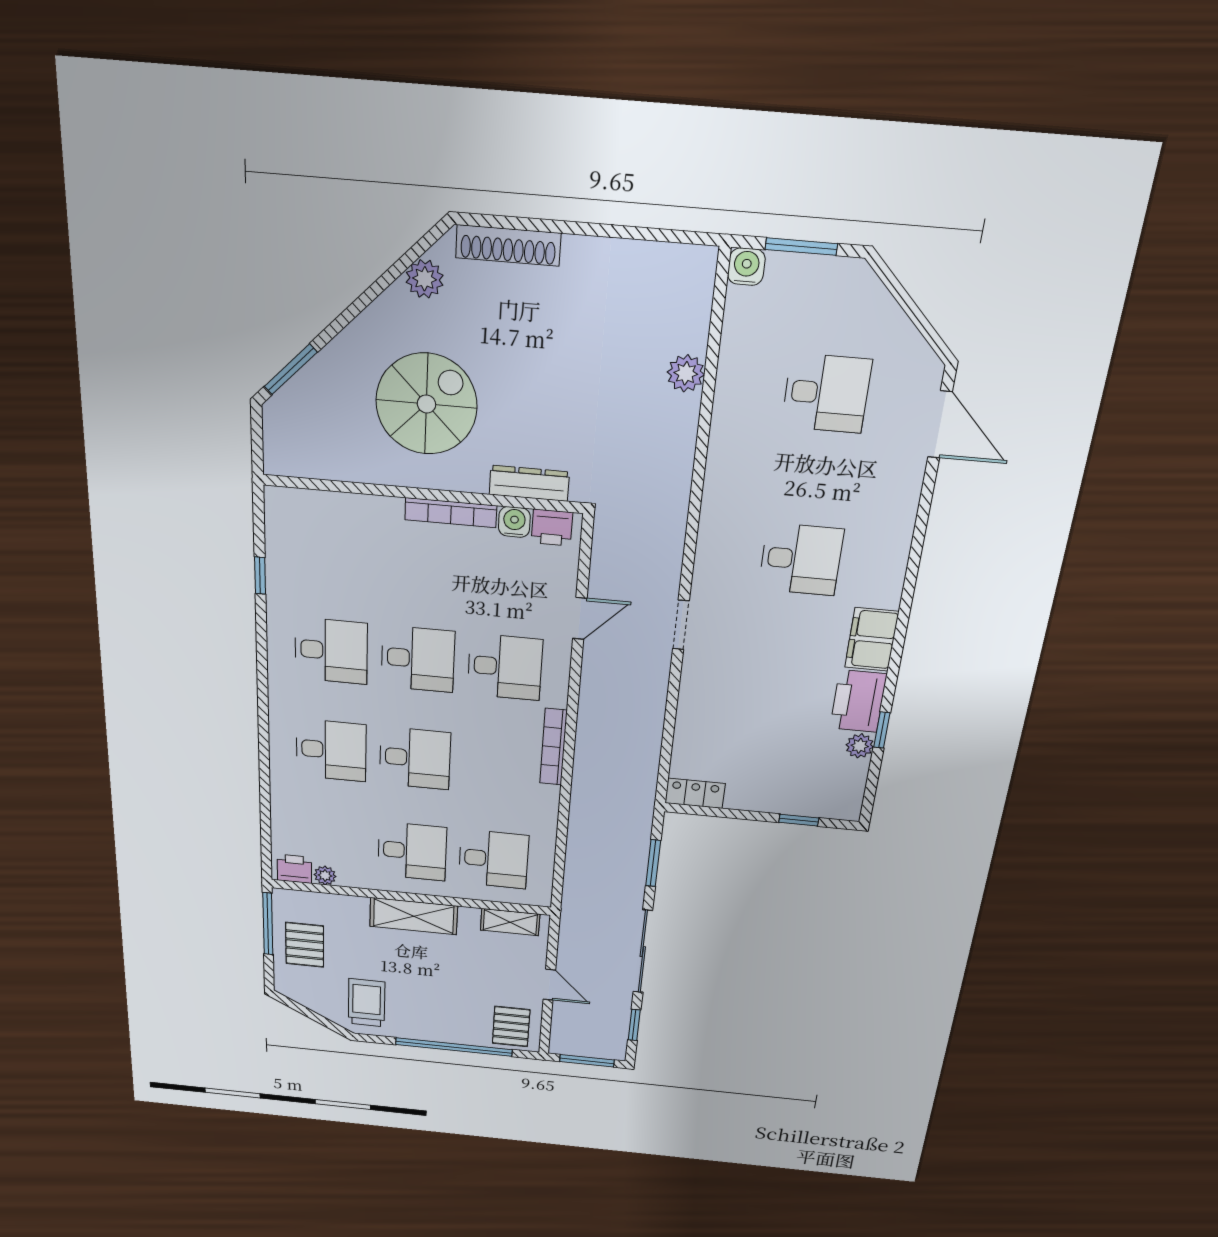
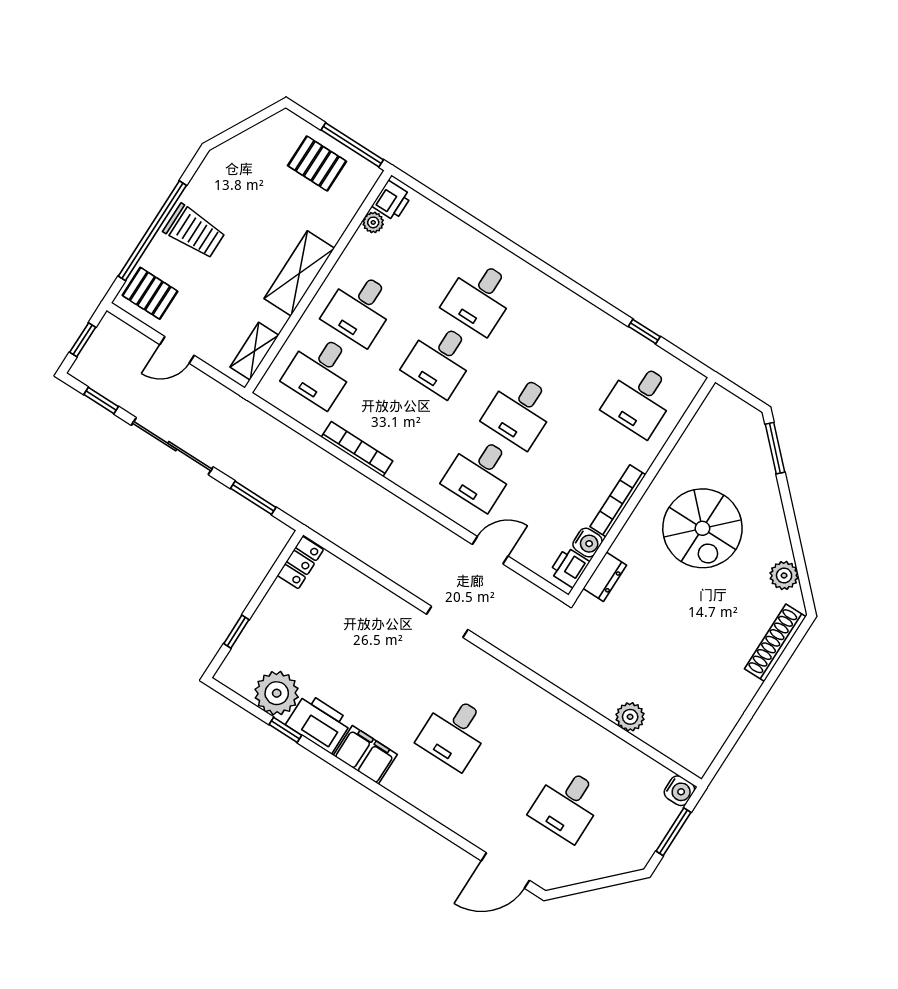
dresser: (529, 483) -> (605, 577), width x0.70
door: (580, 618) -> (490, 550), swing flipped
desk: (331, 651) -> (640, 399), moved
plant: (860, 746) -> (277, 693), width x1.88, depth x1.88
bookcase: (553, 747) -> (357, 449), moved
trolley: (367, 1003) -> (194, 232), moved
window: (587, 1061) -> (83, 340), width x0.67

